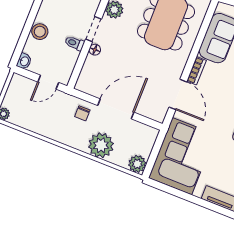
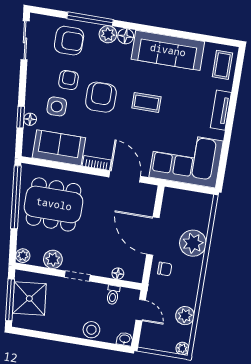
toilet: (75, 43) -> (113, 295), moved
floor lamp: (95, 50) -> (118, 274), moved
door: (178, 94) -> (125, 177), hinge flipped
plant: (137, 164) -> (185, 316), moved

